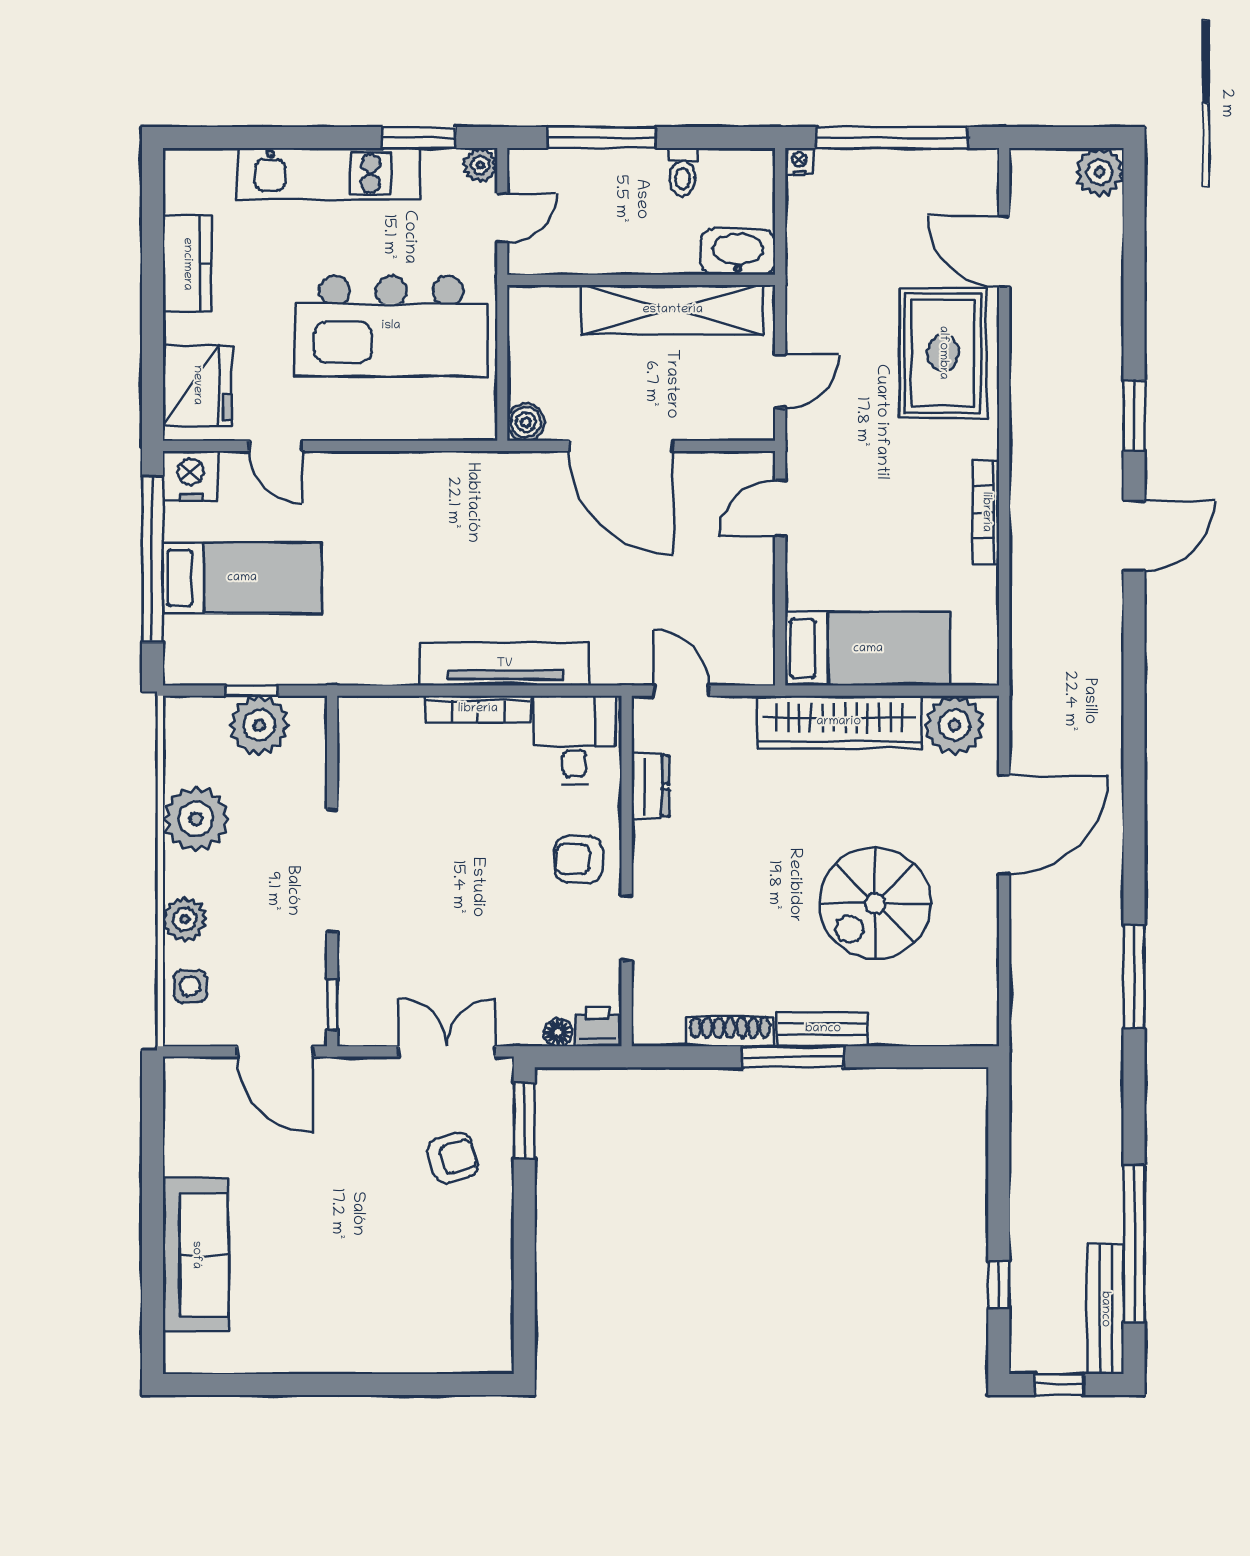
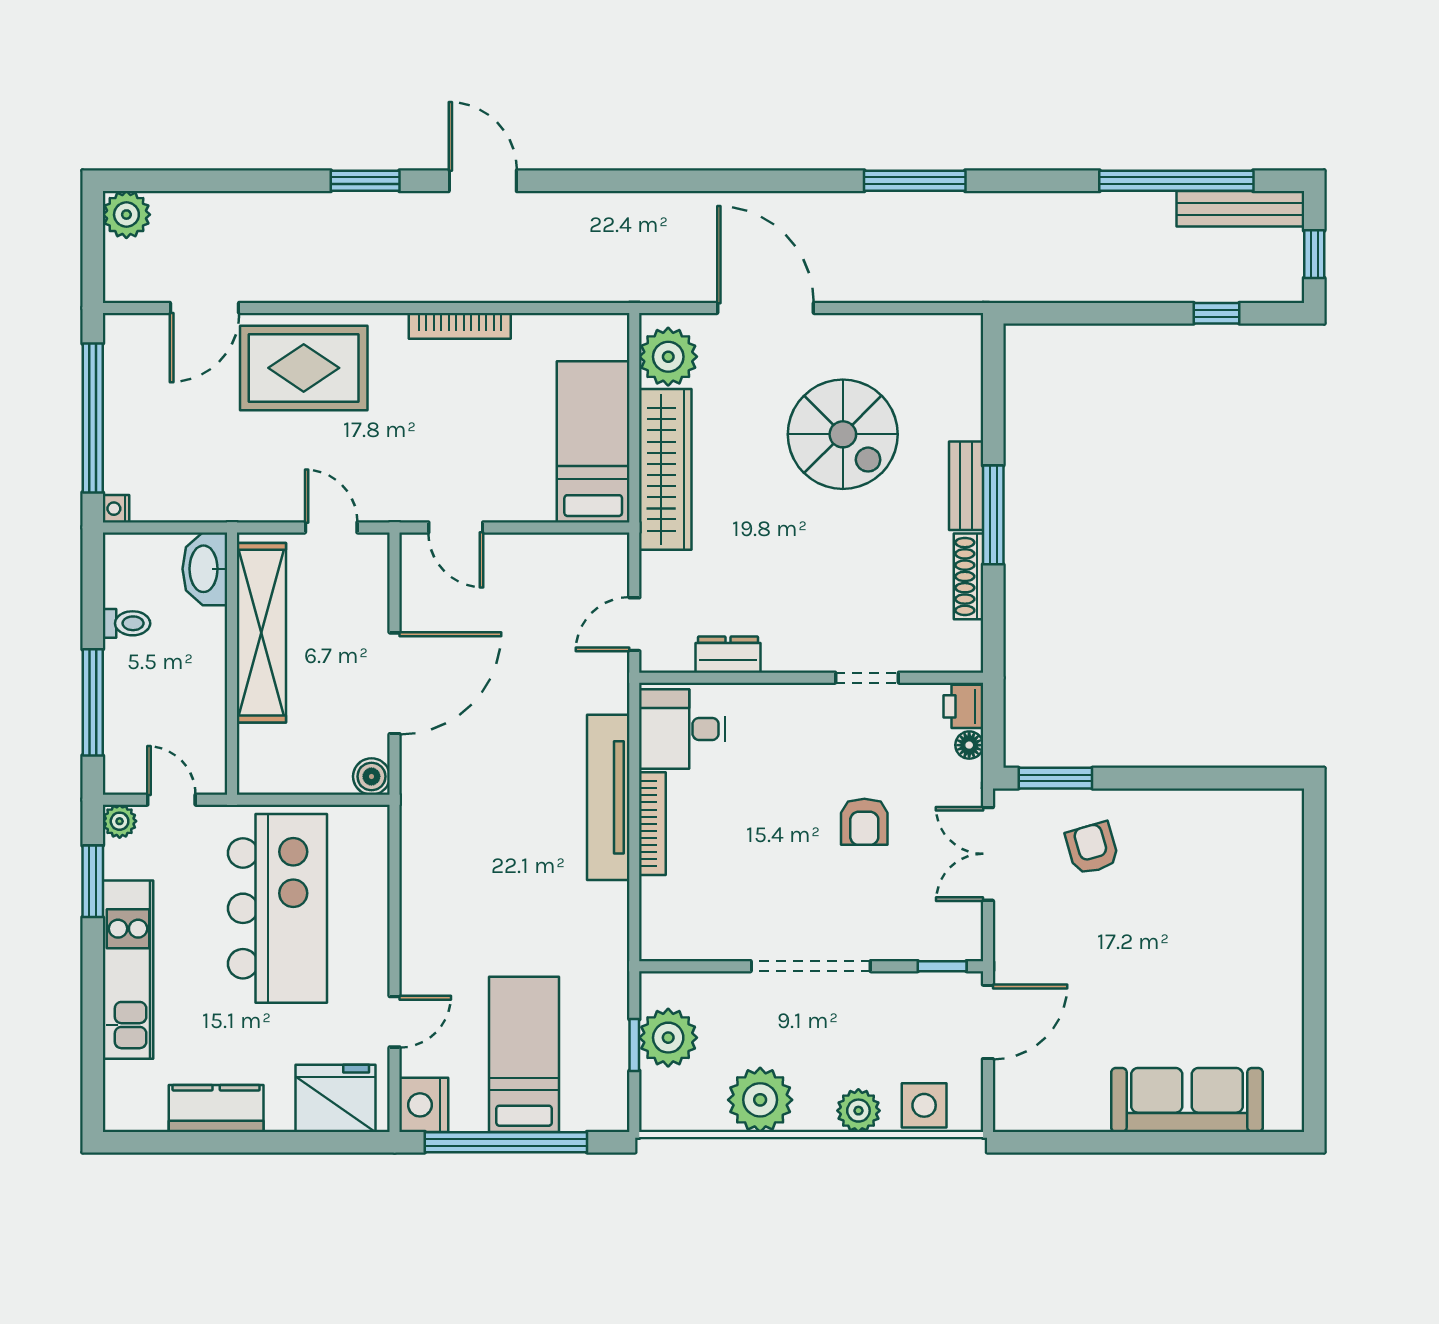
armchair: (578, 859) -> (864, 822), moved
side table: (190, 986) -> (924, 1105), width x1.37, depth x1.37

